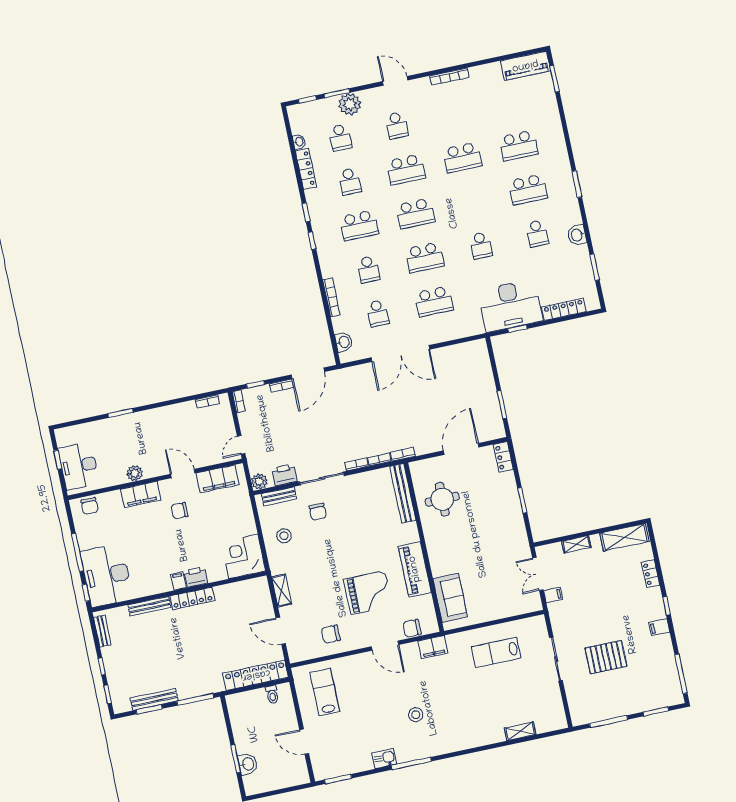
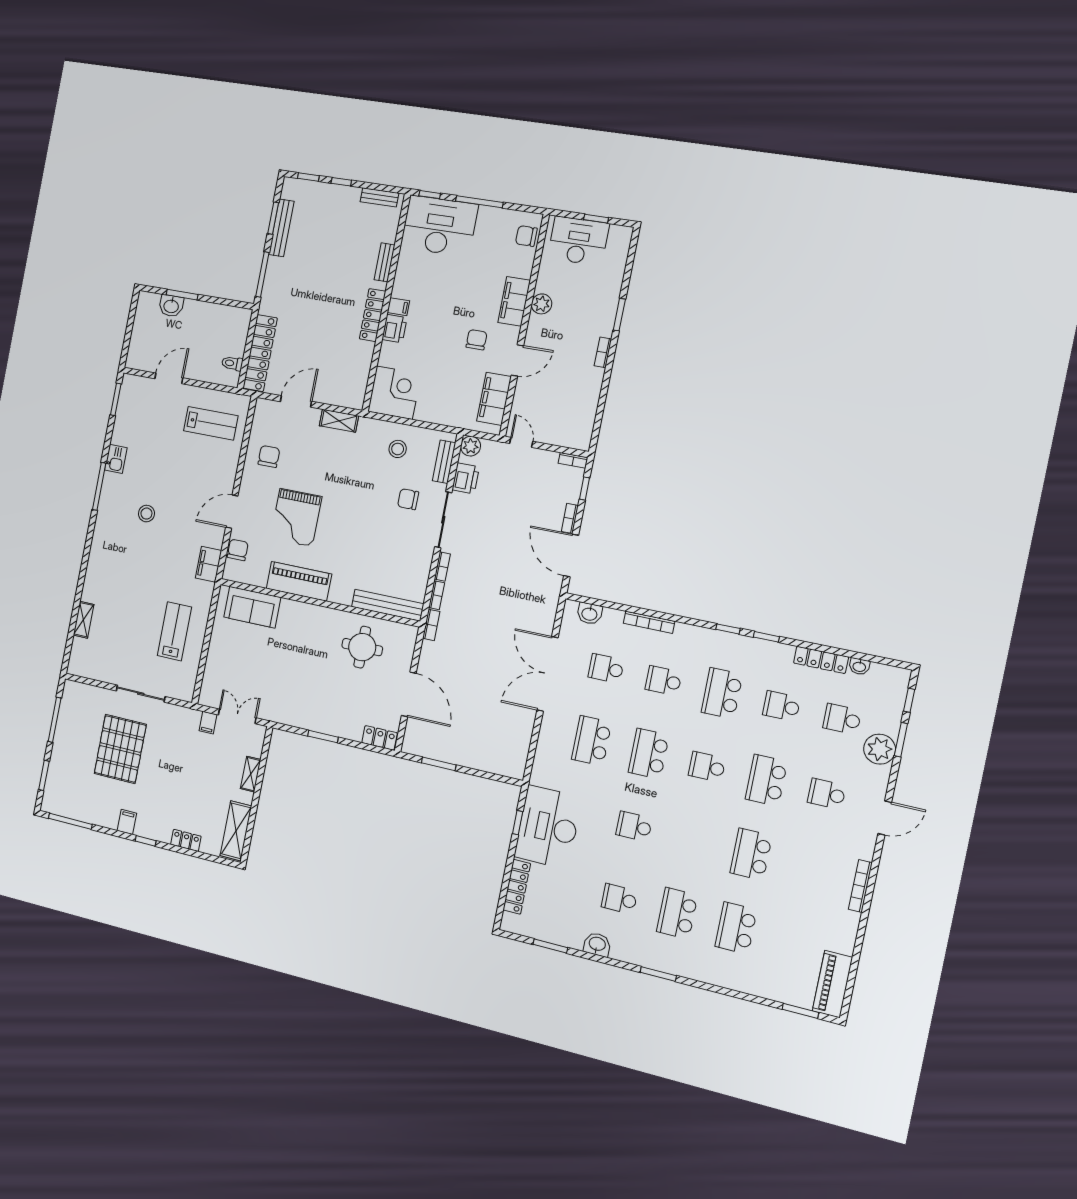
school desk: (415, 213) -> (707, 767), width x0.54
bookcase: (207, 401) -> (603, 352), moved
bench: (149, 606) -> (384, 262), width x0.73
pallet: (606, 657) -> (120, 749), width x1.37, depth x1.41

